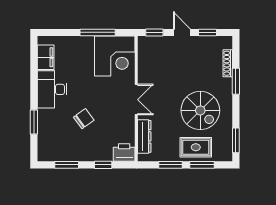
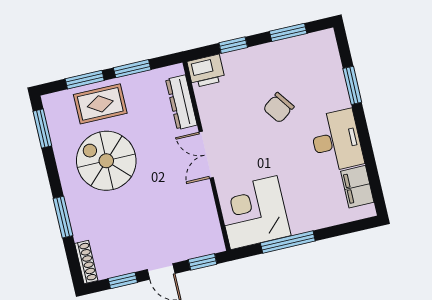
shoe rack: (228, 63) -> (86, 262), moved

